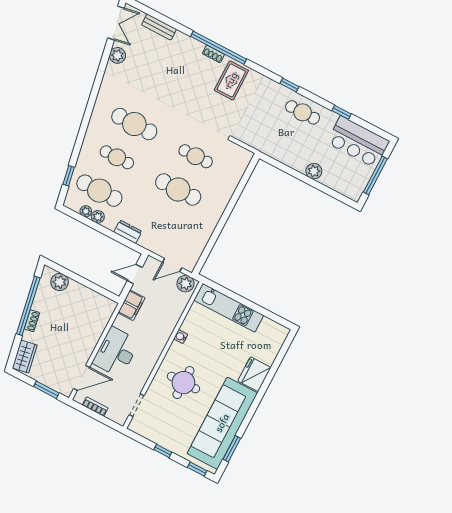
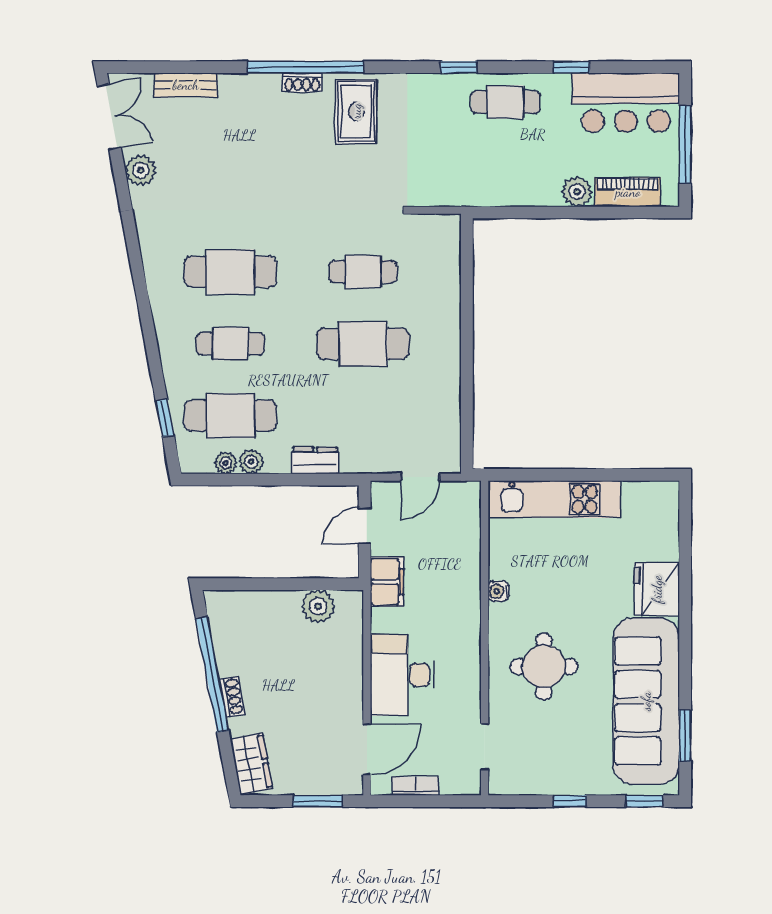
piano: (337, 184) -> (628, 192), added
plant: (60, 282) -> (318, 606), moved
plant: (186, 284) -> (459, 497), removed

